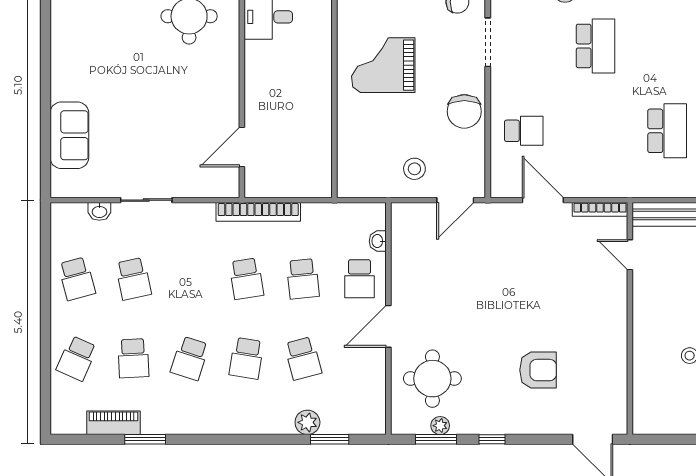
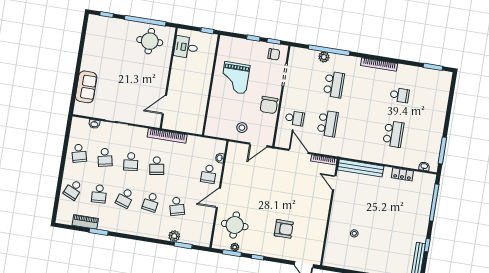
grand piano: (383, 65) -> (235, 78), turned -90
school desk: (667, 131) -> (328, 123), moved
school desk: (303, 279) -> (131, 161), moved

